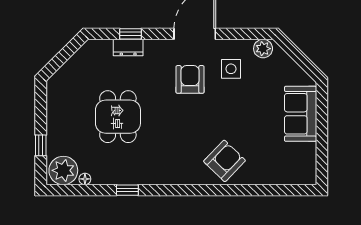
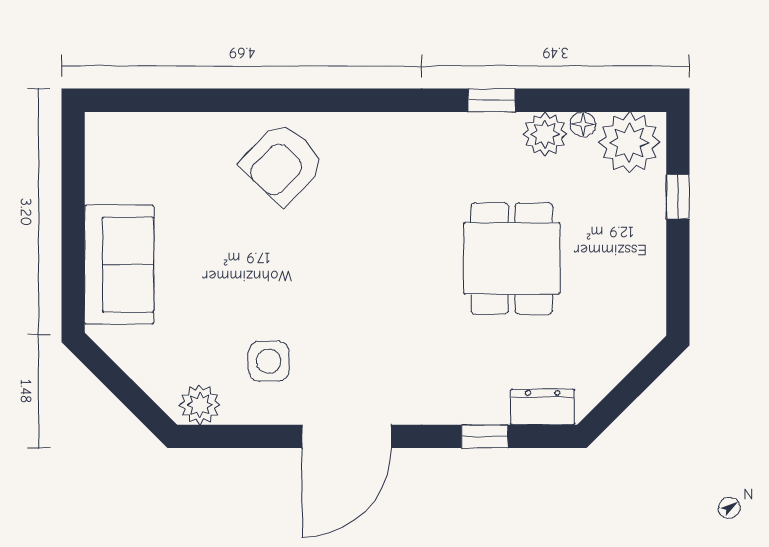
dresser: (128, 48) -> (543, 407), moved
armchair: (190, 79) -> (357, 338), removed
plant: (102, 174) -> (545, 134), added

